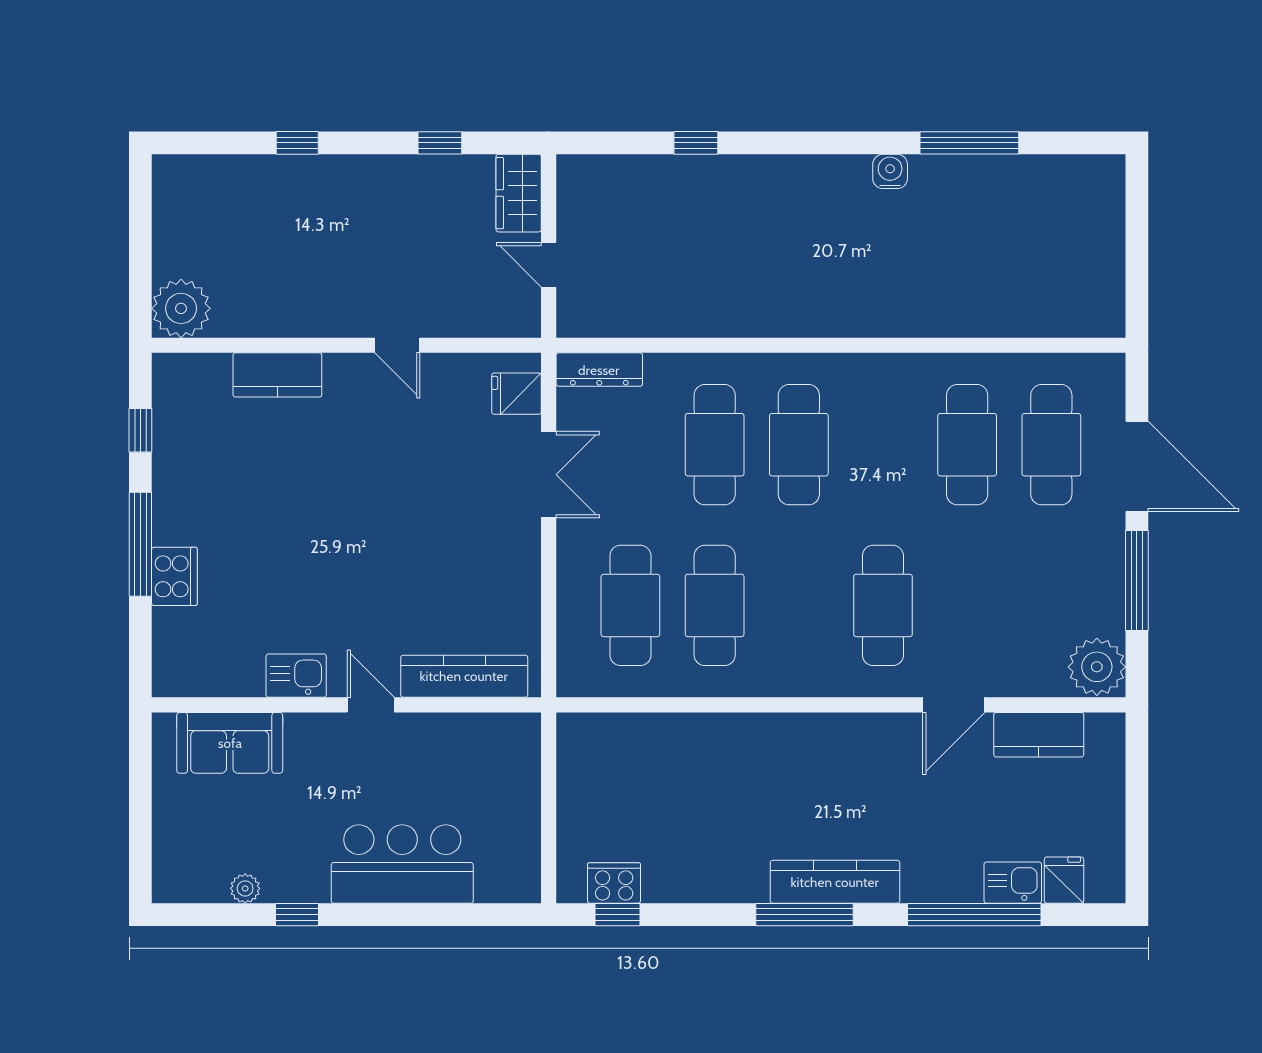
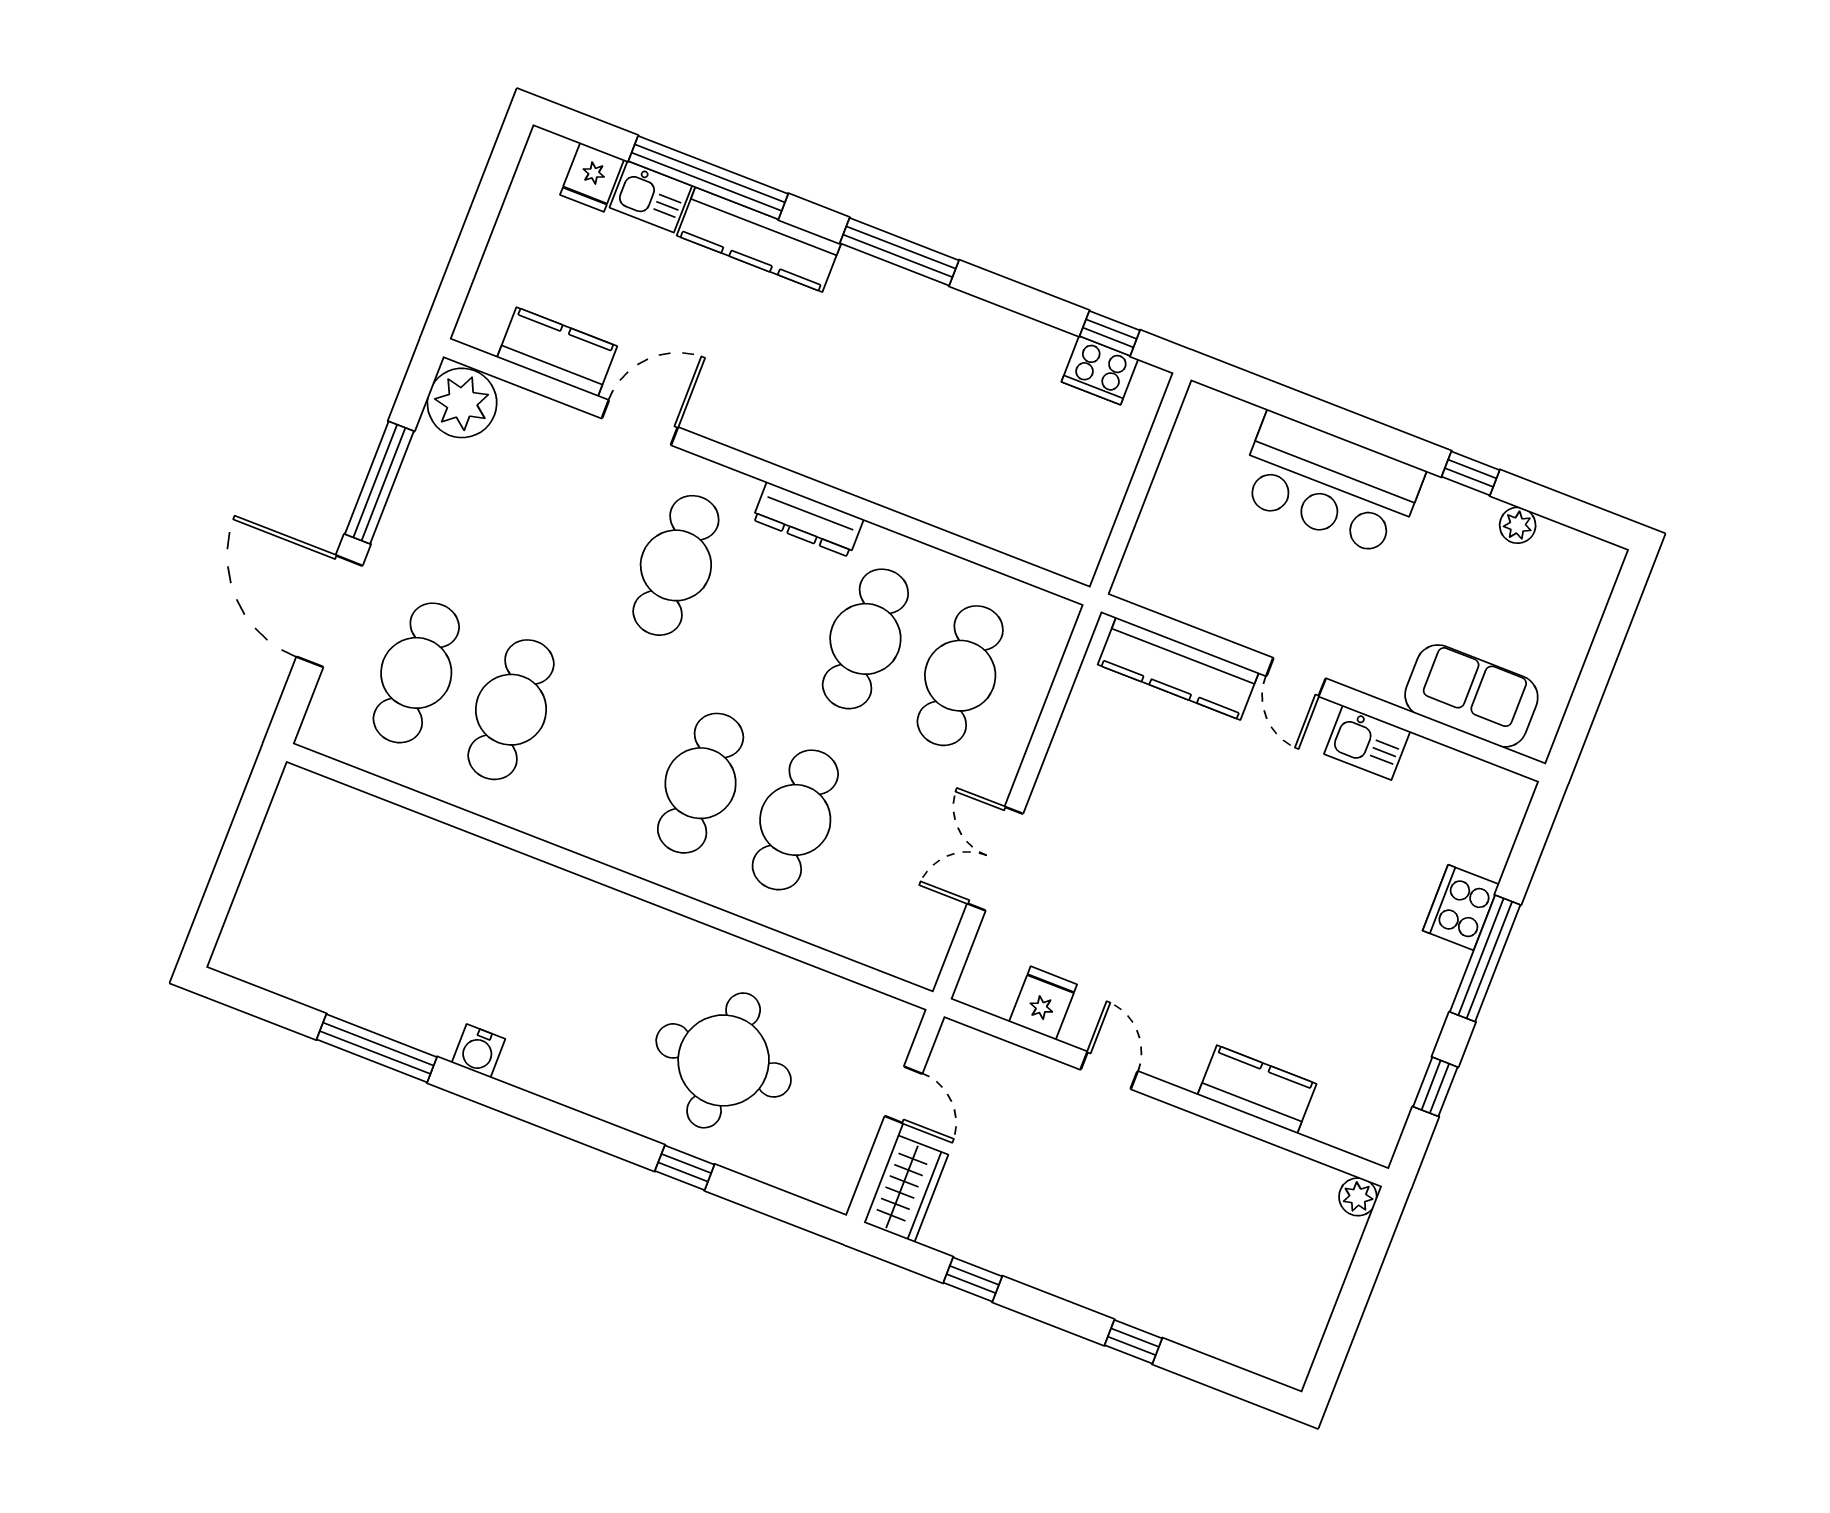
round table: (698, 237) -> (724, 1060), added
plant: (181, 308) -> (1358, 1197), width x0.53, depth x0.53
dresser: (599, 370) -> (808, 519), moved, turned 180
fridge: (517, 394) -> (1043, 1003), moved, turned -90
kitchen counter: (835, 882) -> (759, 240), moved

